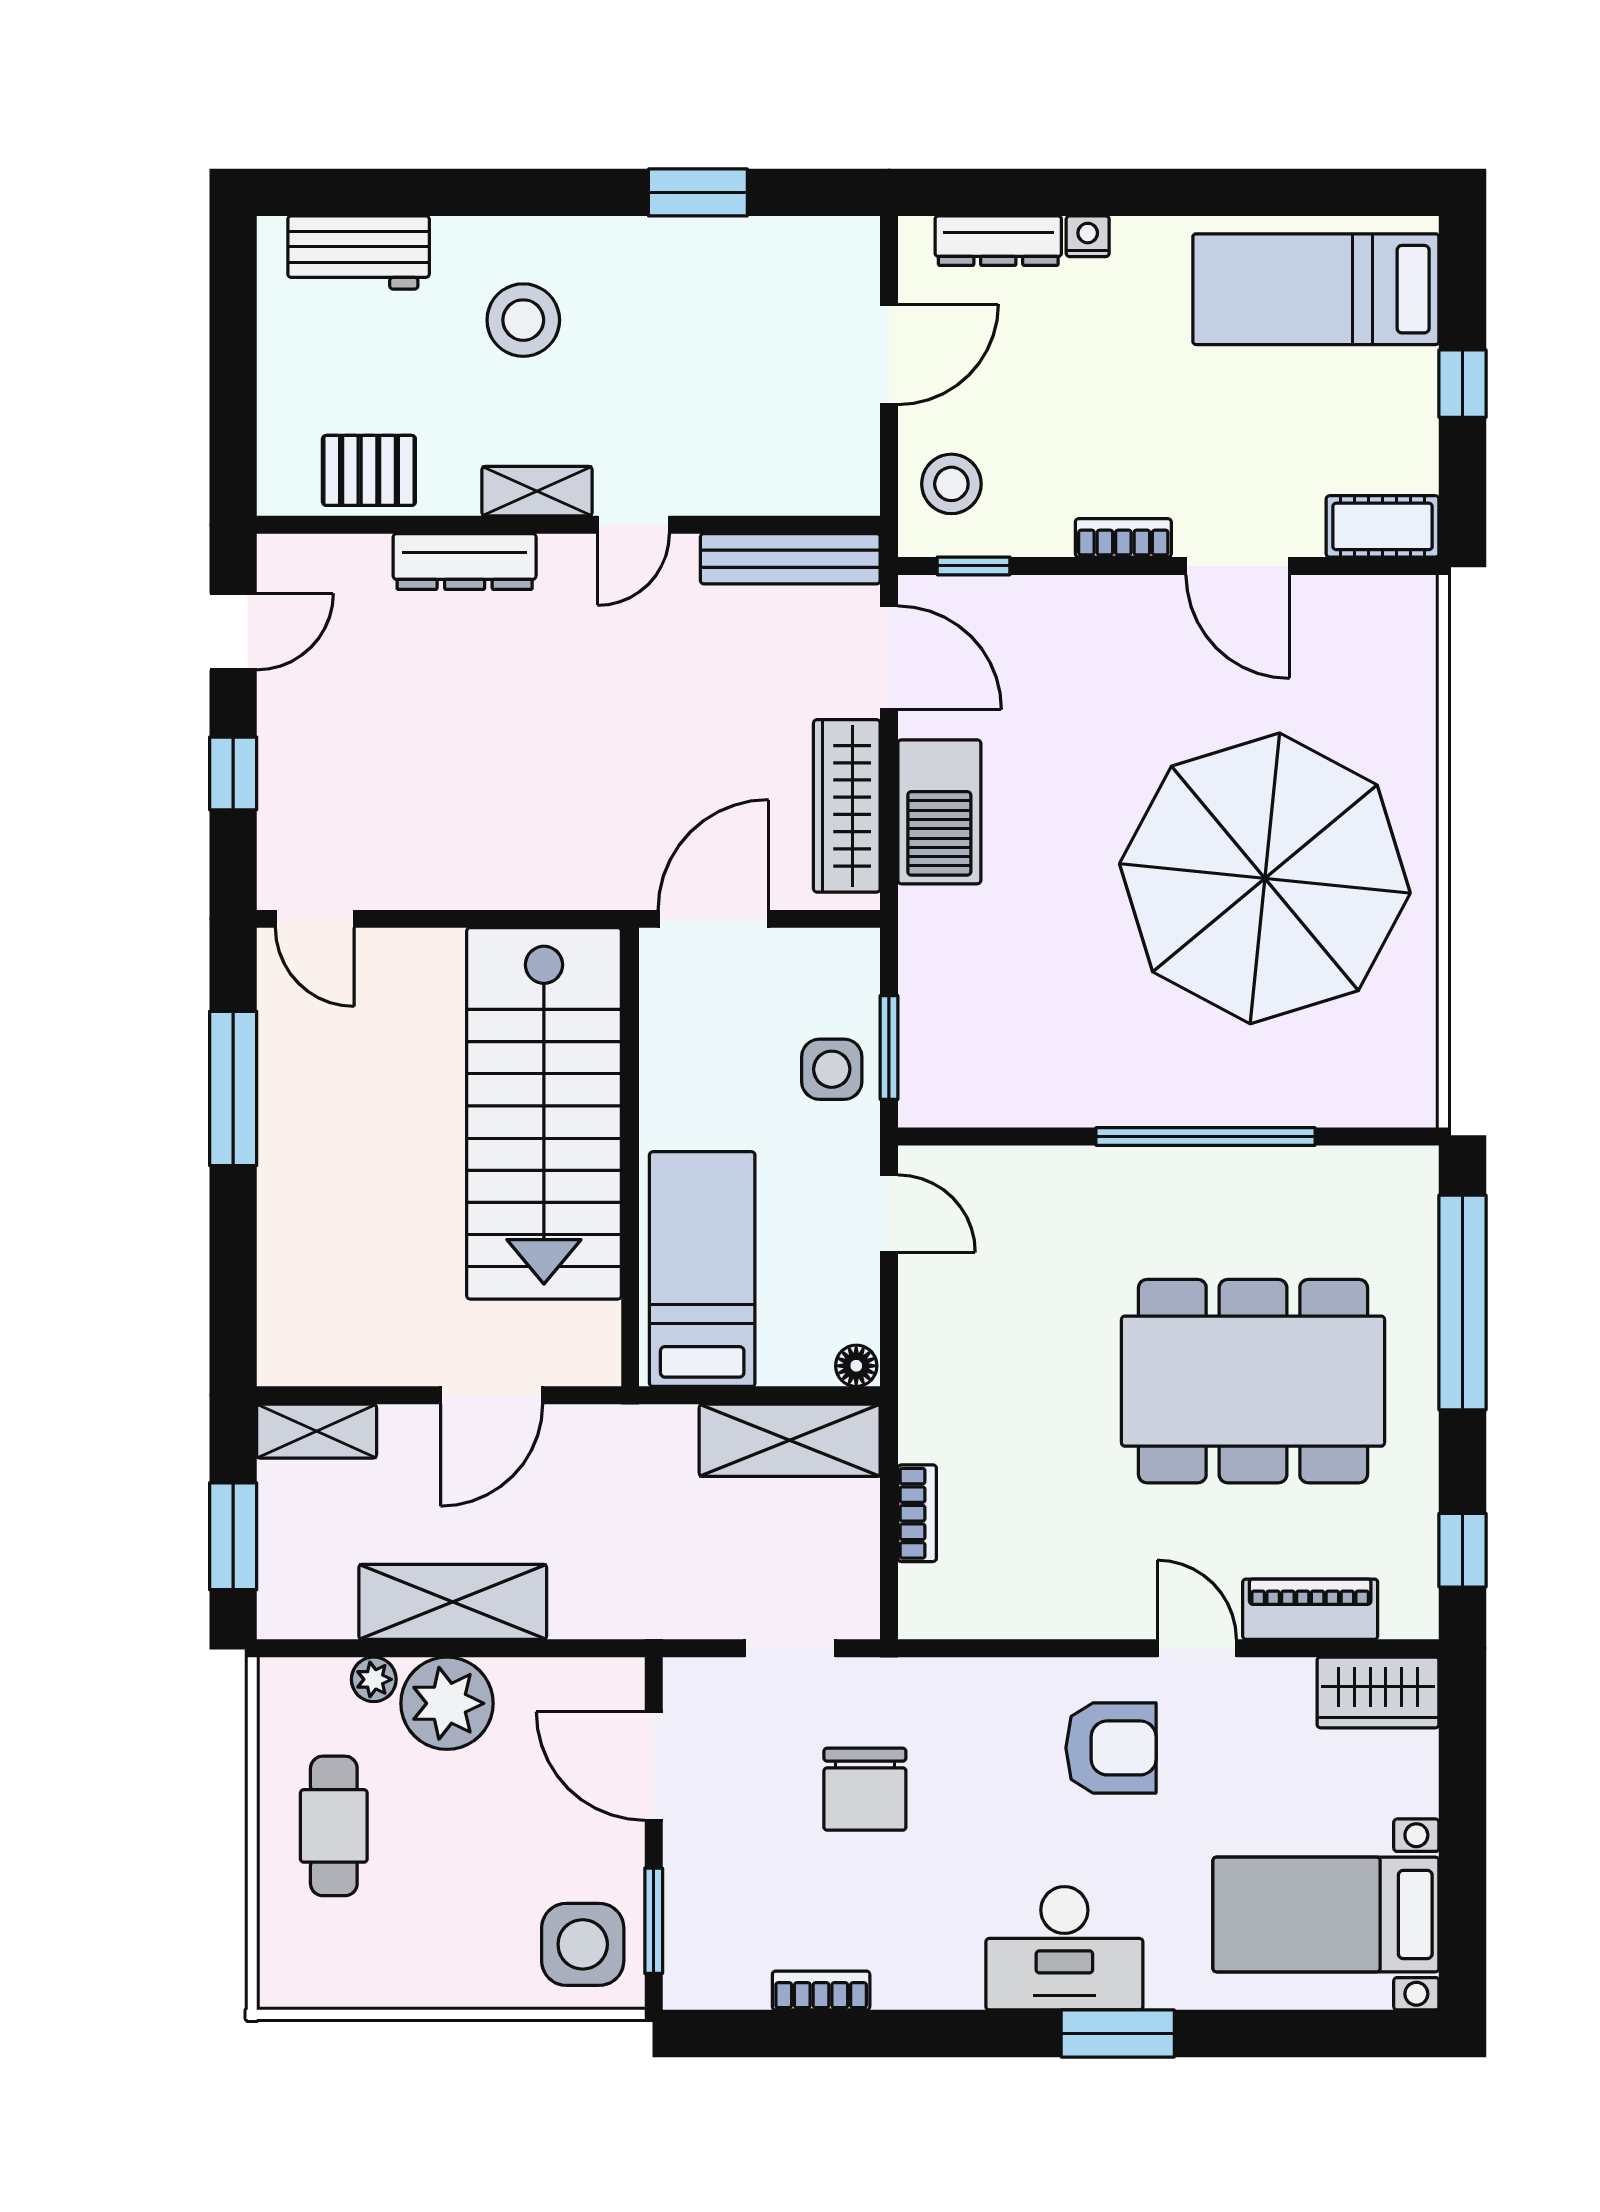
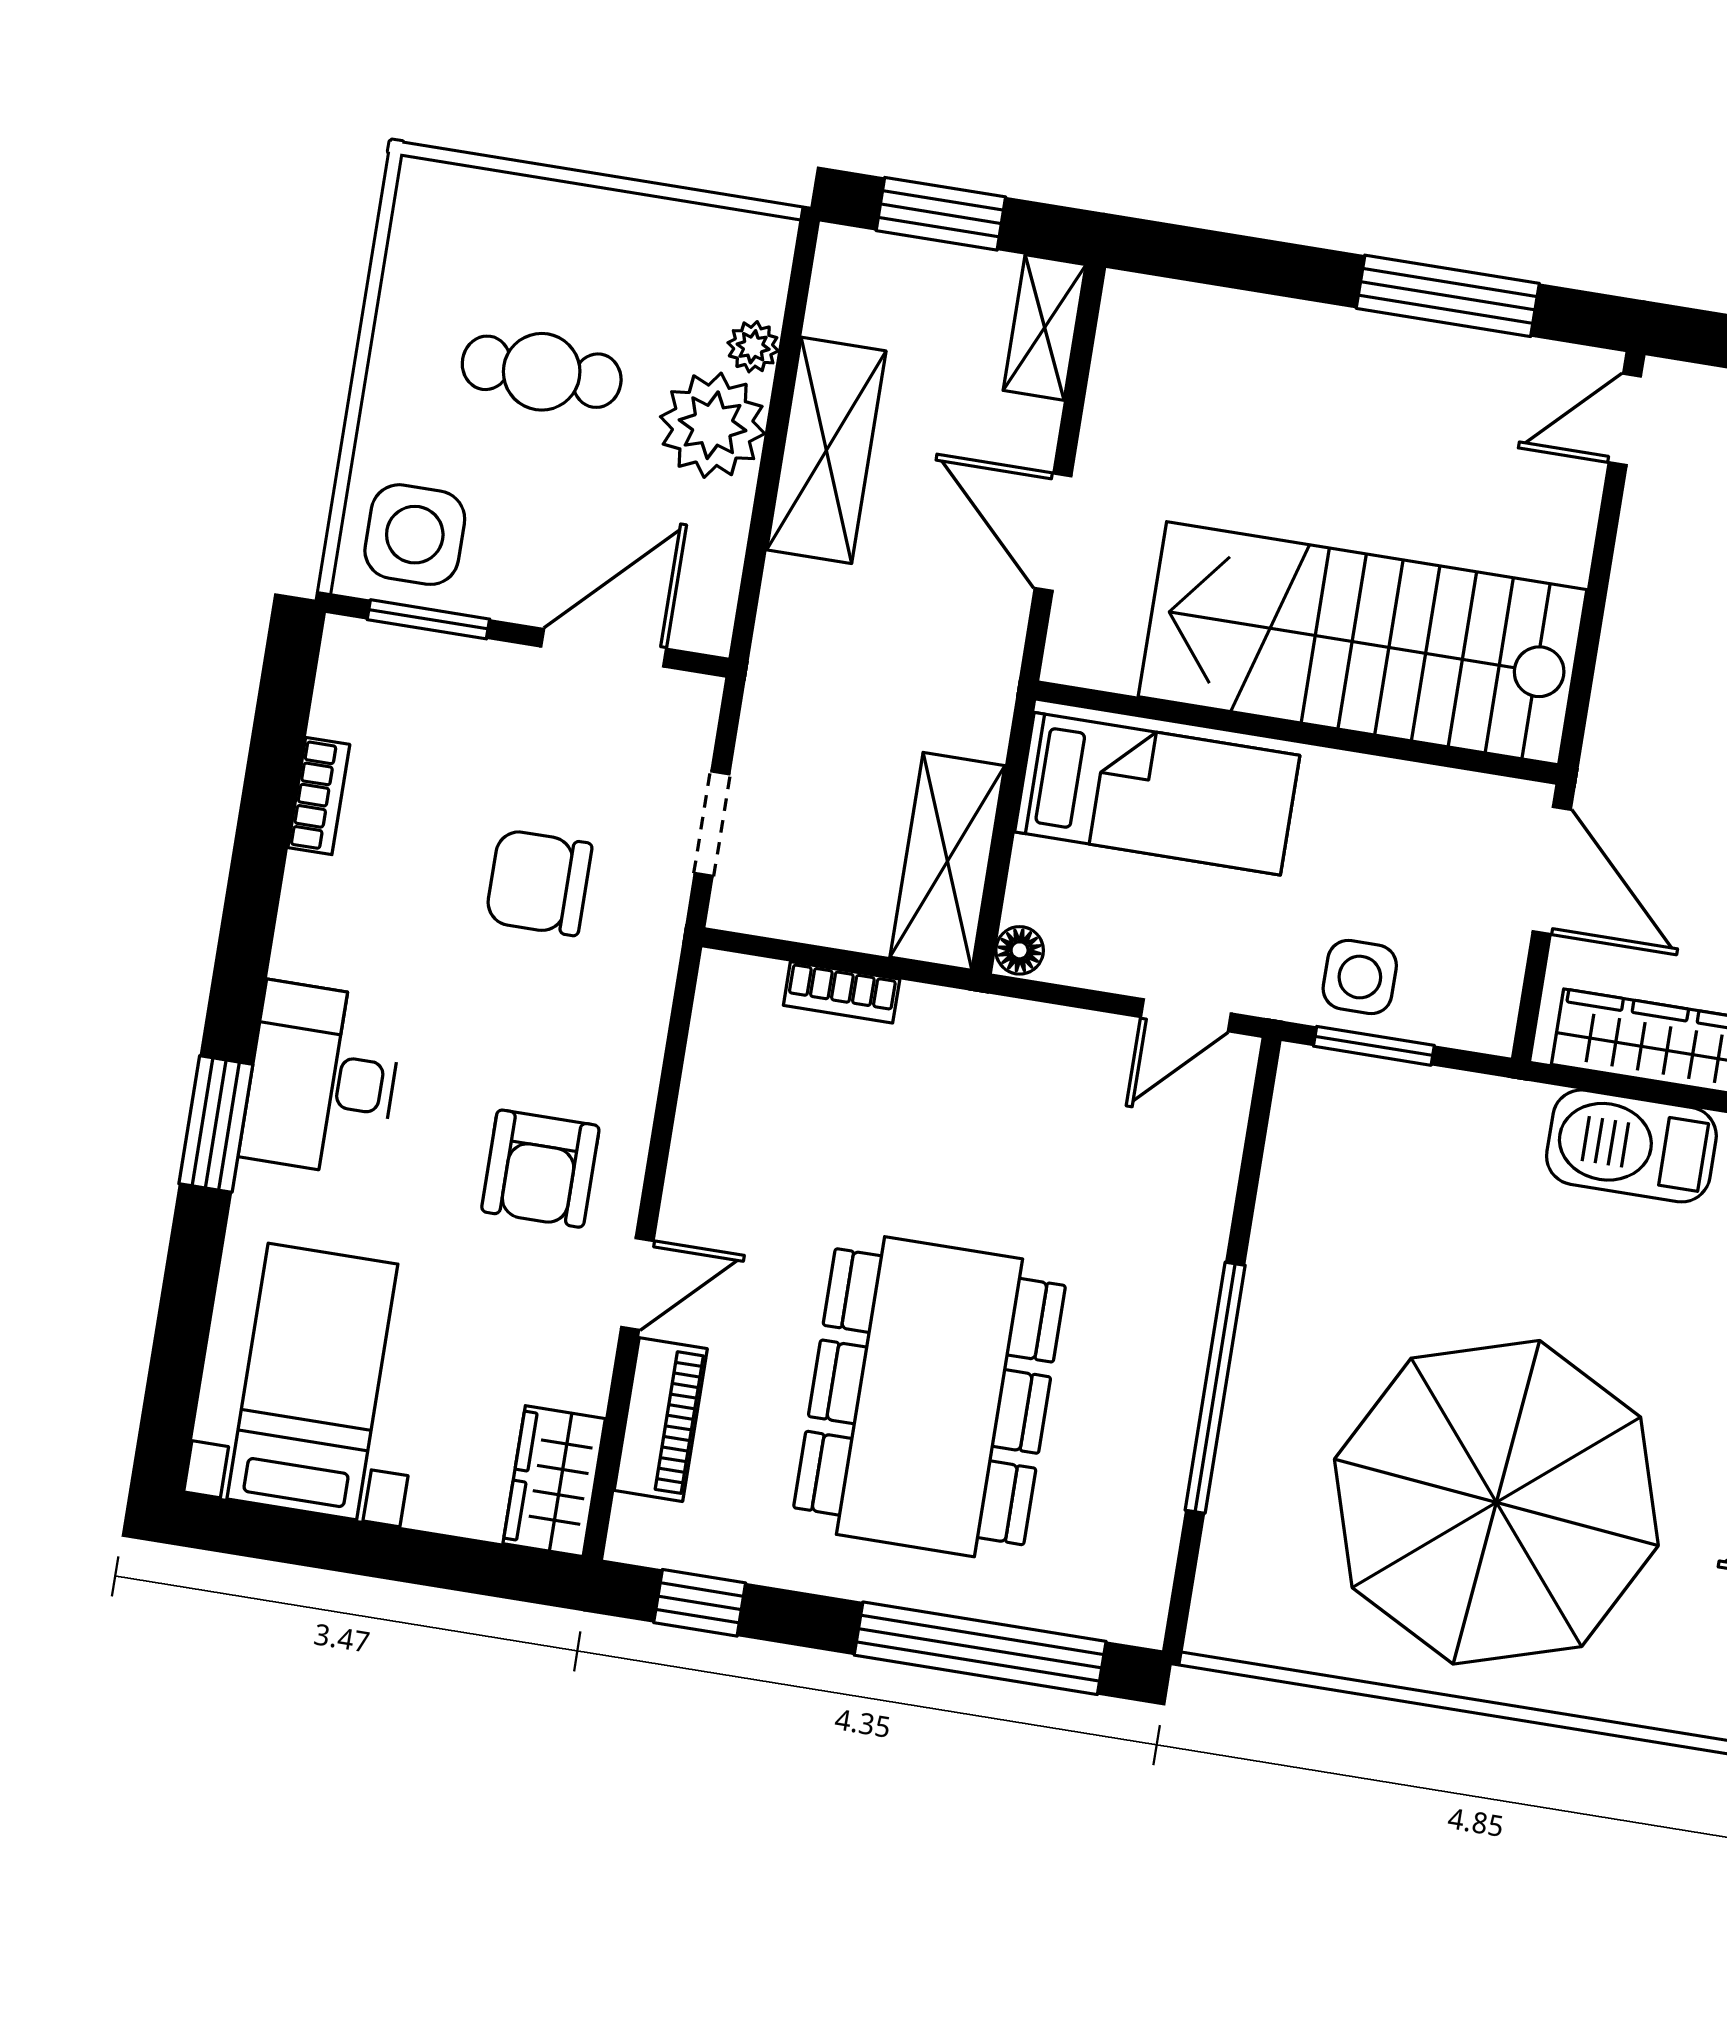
cafe table: (334, 1826) -> (542, 372), moved

